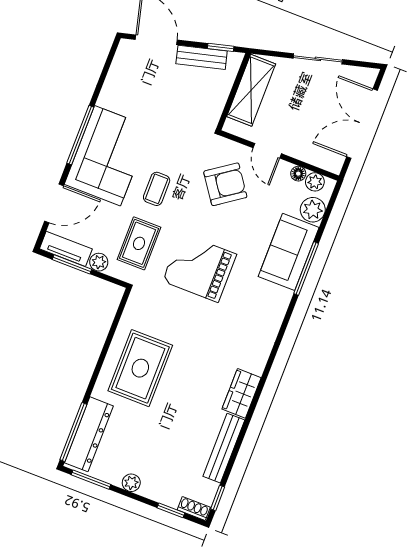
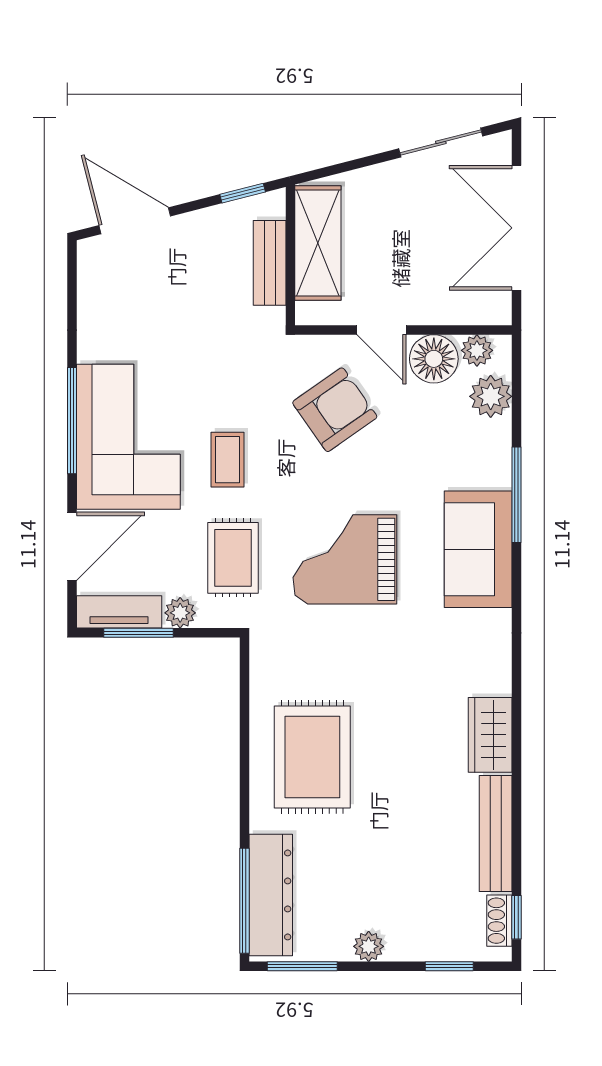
bench: (202, 57) -> (270, 263), moved, turned -76
sliding door: (318, 59) -> (441, 142), moved
floor lamp: (298, 174) -> (434, 359), width x1.89, depth x1.89
sofa: (289, 252) -> (478, 549), moved
shoe rack: (194, 509) -> (499, 921), moved, turned -90

